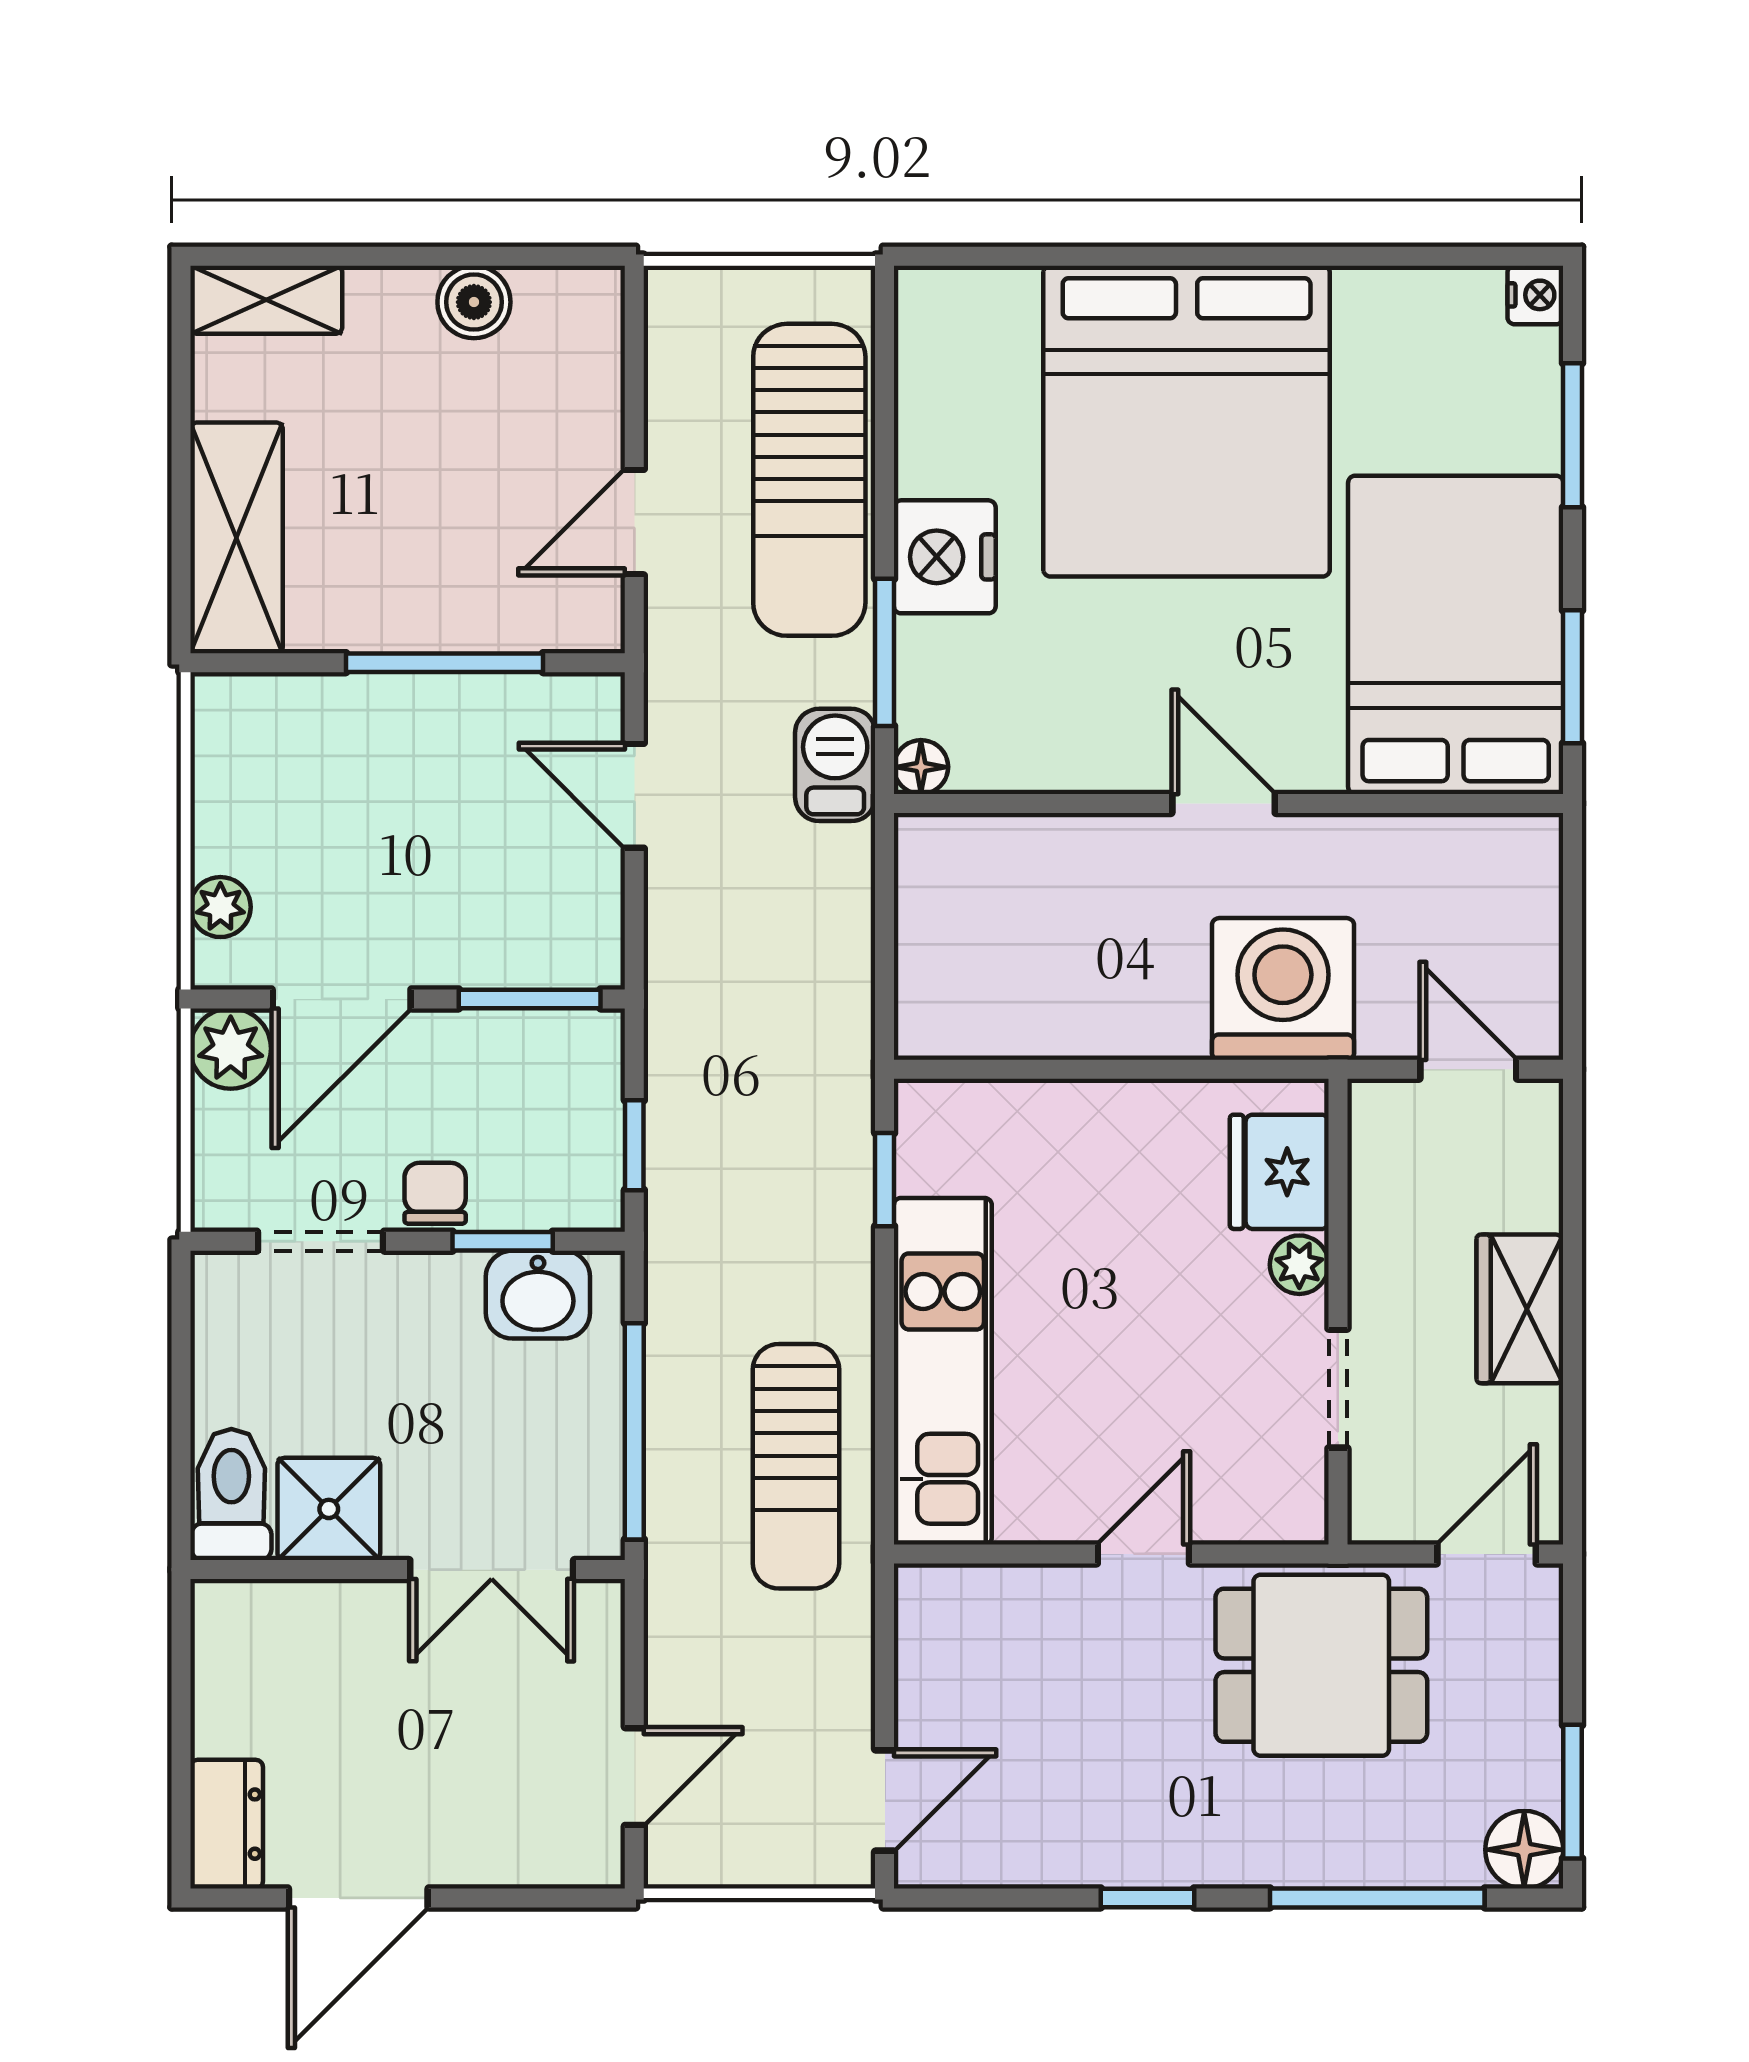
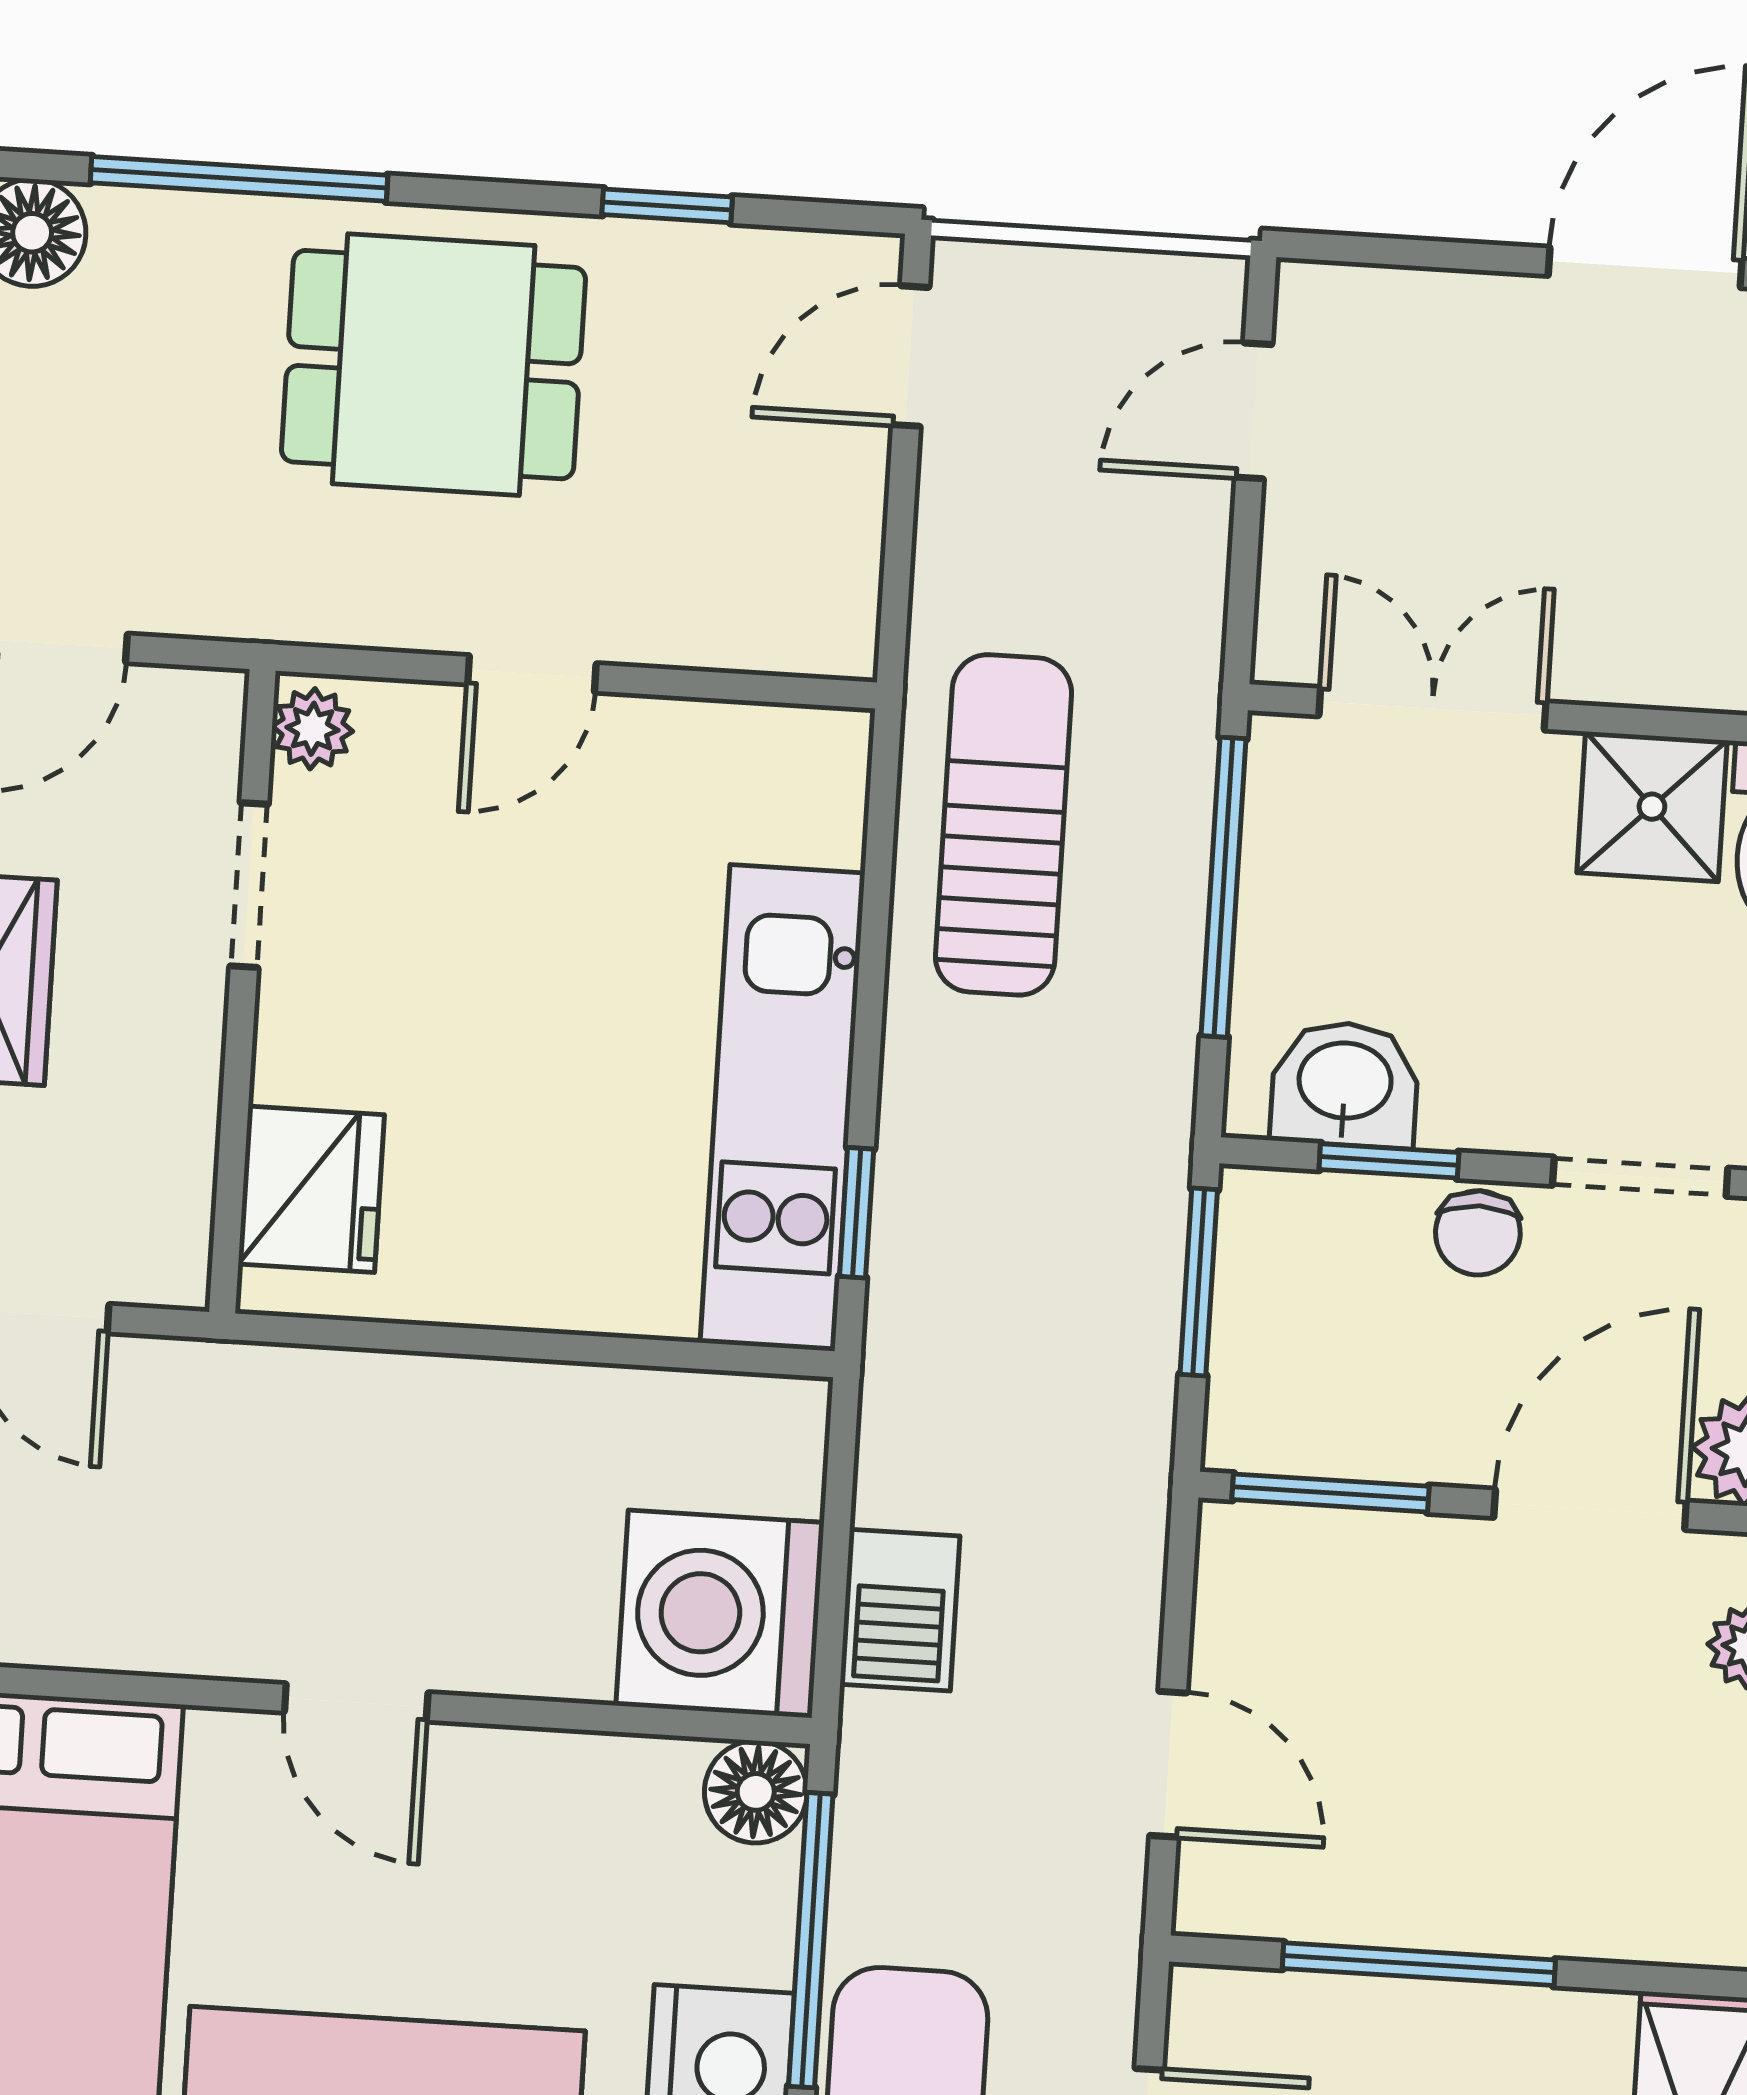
window: (885, 652) -> (811, 1940), width x1.44
barbecue: (835, 765) -> (900, 1610), moved
floor lamp: (921, 767) -> (756, 1792), width x1.37, depth x1.37
washing machine: (1283, 989) -> (720, 1614), moved, turned 90
window: (634, 1145) -> (1199, 1282), width x1.50
plant: (1299, 1265) -> (313, 729), moved
kitchen unit: (943, 1371) -> (782, 1108), moved
dining table: (1321, 1665) -> (434, 365), moved
window: (1147, 1898) -> (667, 206), moved

